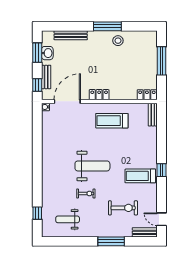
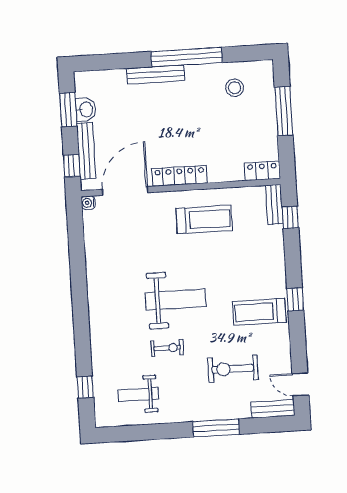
window: (107, 26) -> (187, 57), width x1.46
bench: (71, 35) -> (155, 74), moved
stool: (118, 41) -> (235, 88), moved
bench: (46, 77) -> (86, 151), width x1.36
locker: (99, 95) -> (180, 176), width x1.53
treadmill: (112, 121) -> (204, 219), turned 180
window: (161, 123) -> (290, 217), added
exercise bike: (123, 208) -> (233, 369), turned 180

